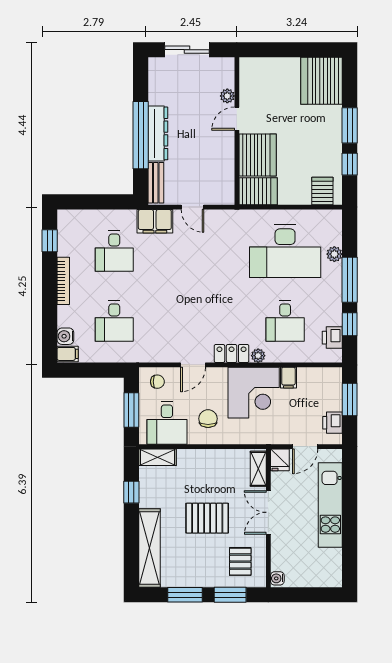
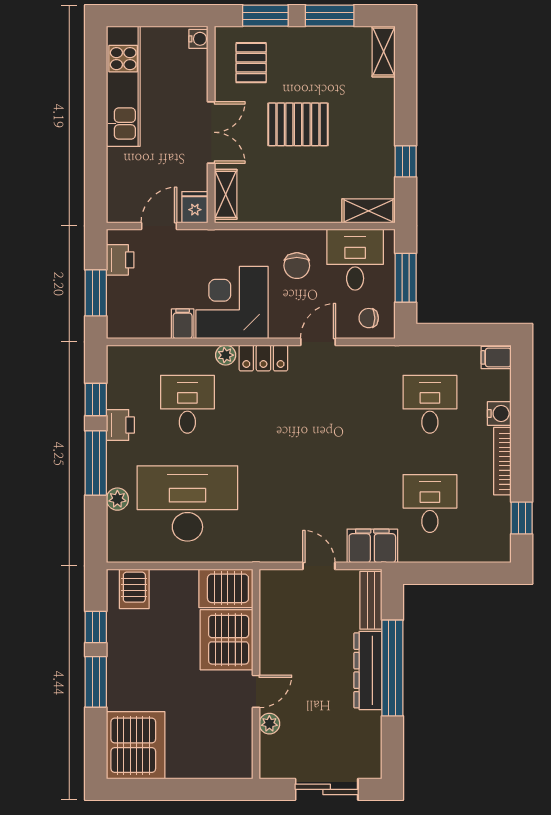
water cooler: (65, 336) -> (499, 413), moved
printer: (332, 338) -> (120, 425), moved
kitchen unit: (330, 505) -> (123, 86), moved
shelving: (149, 548) -> (384, 52), width x0.45, depth x0.75

